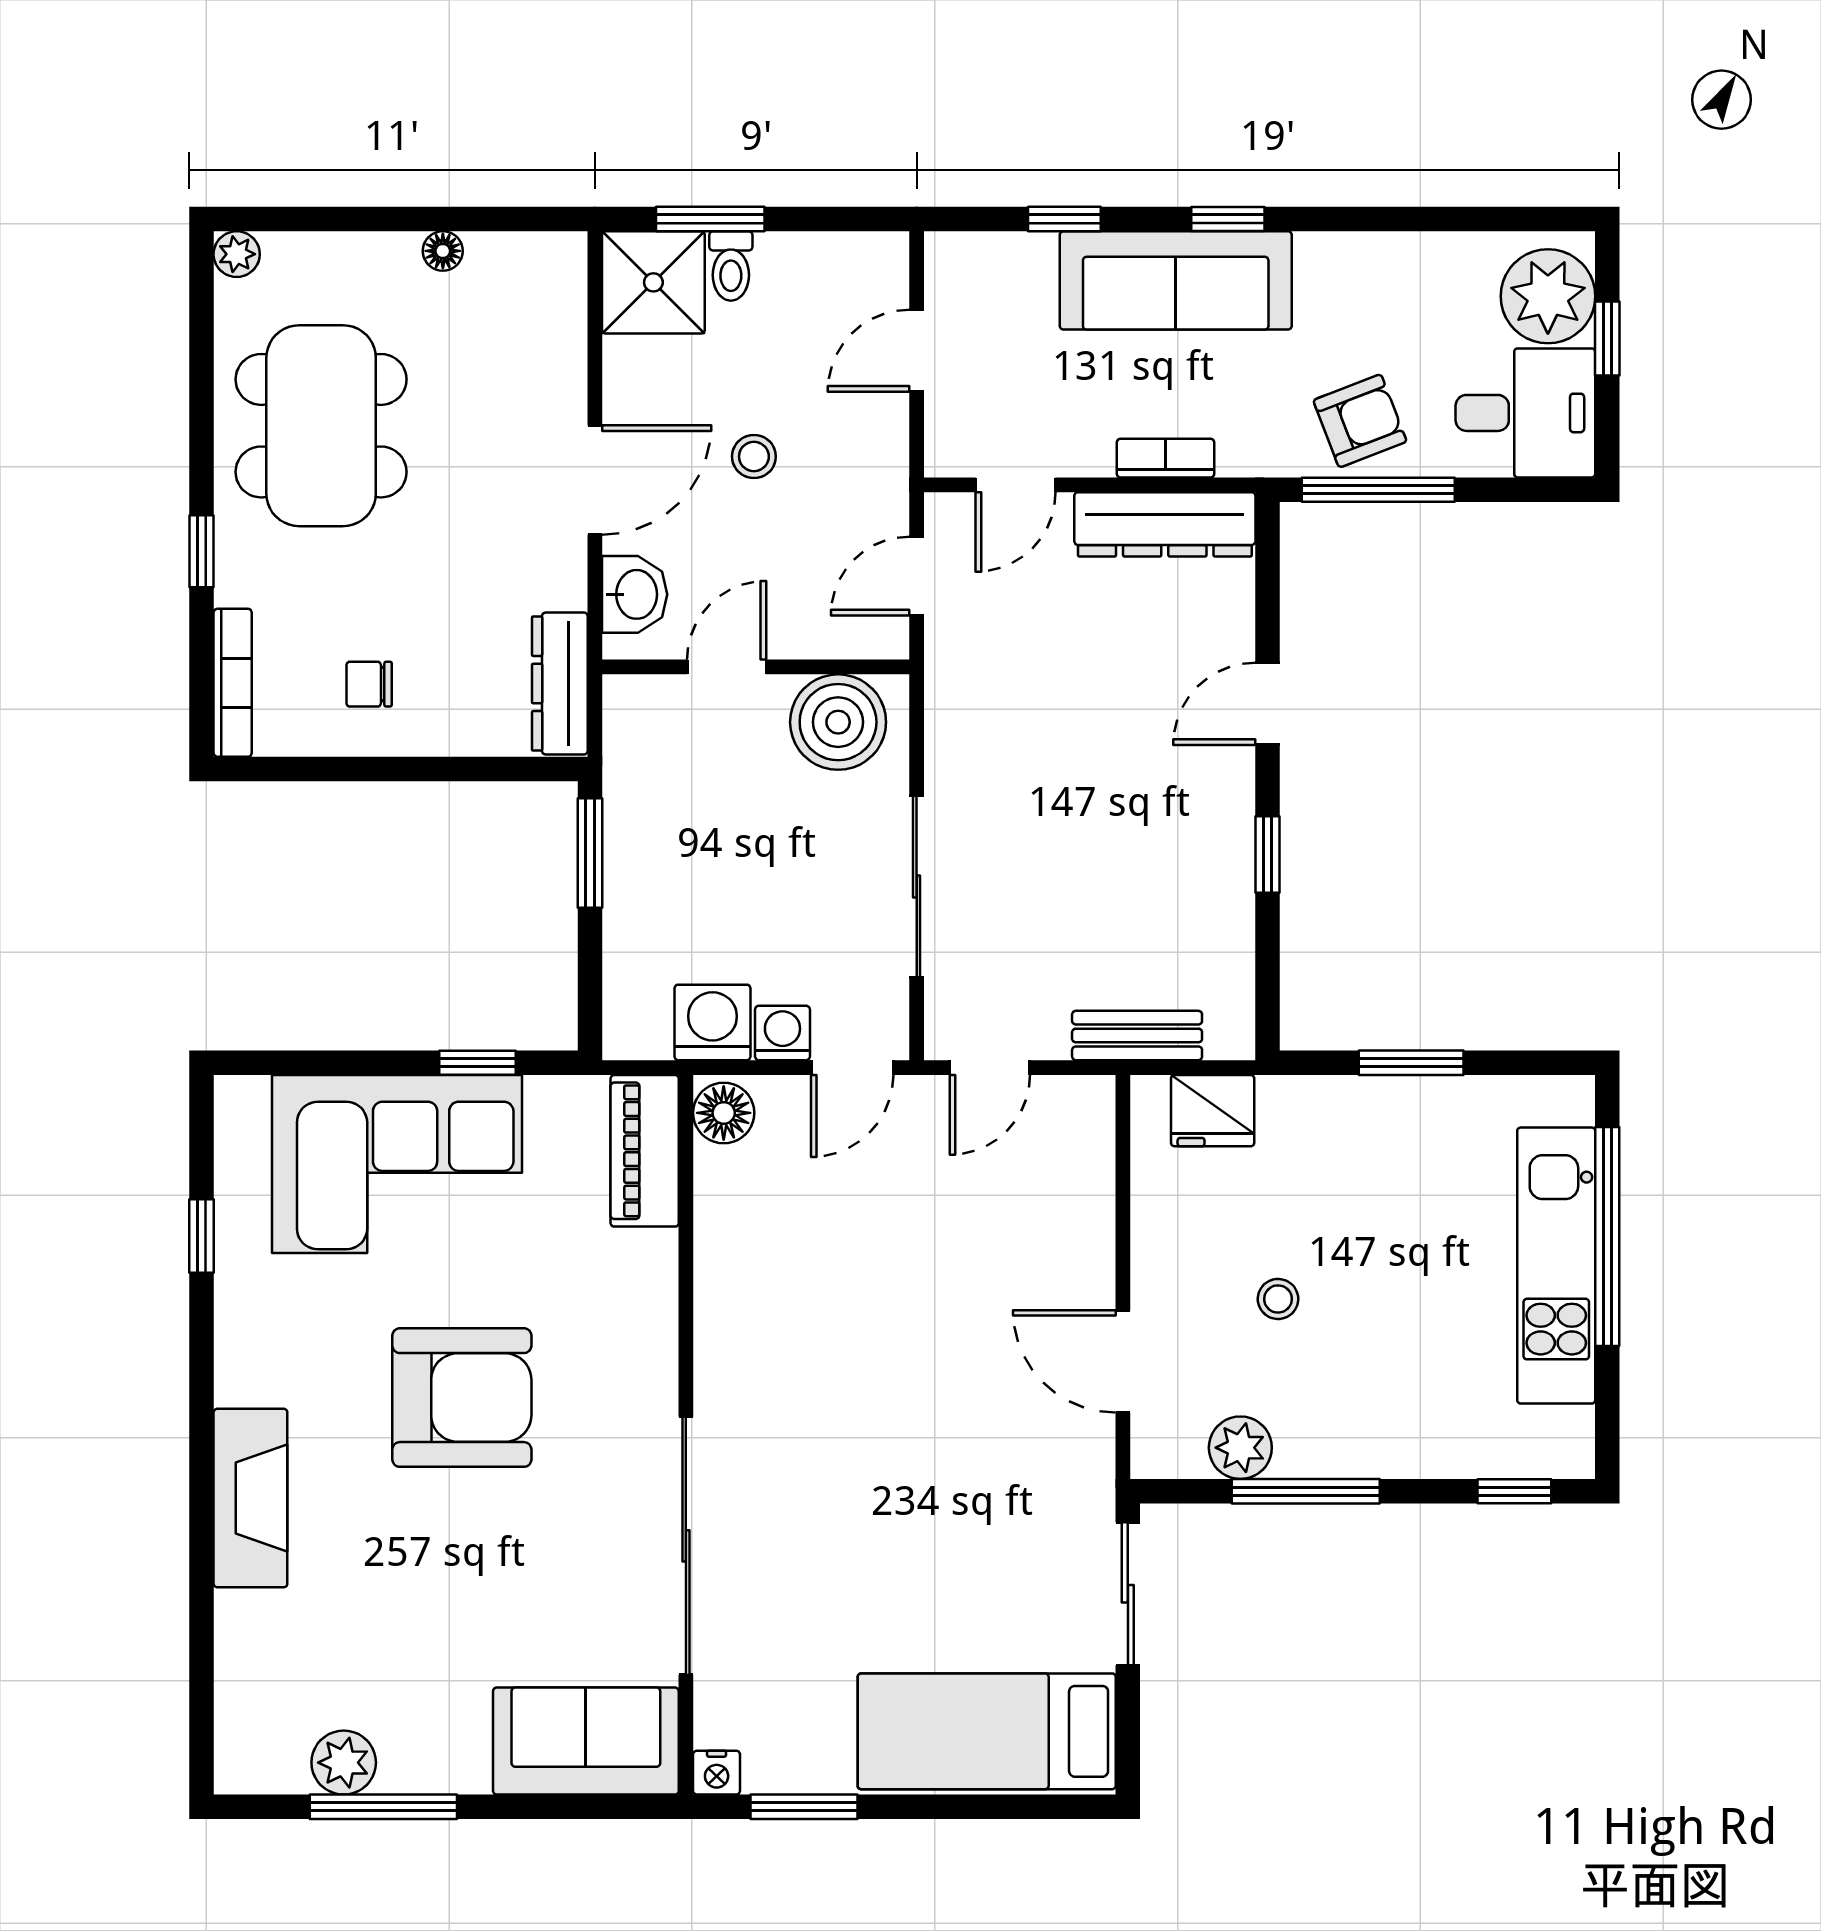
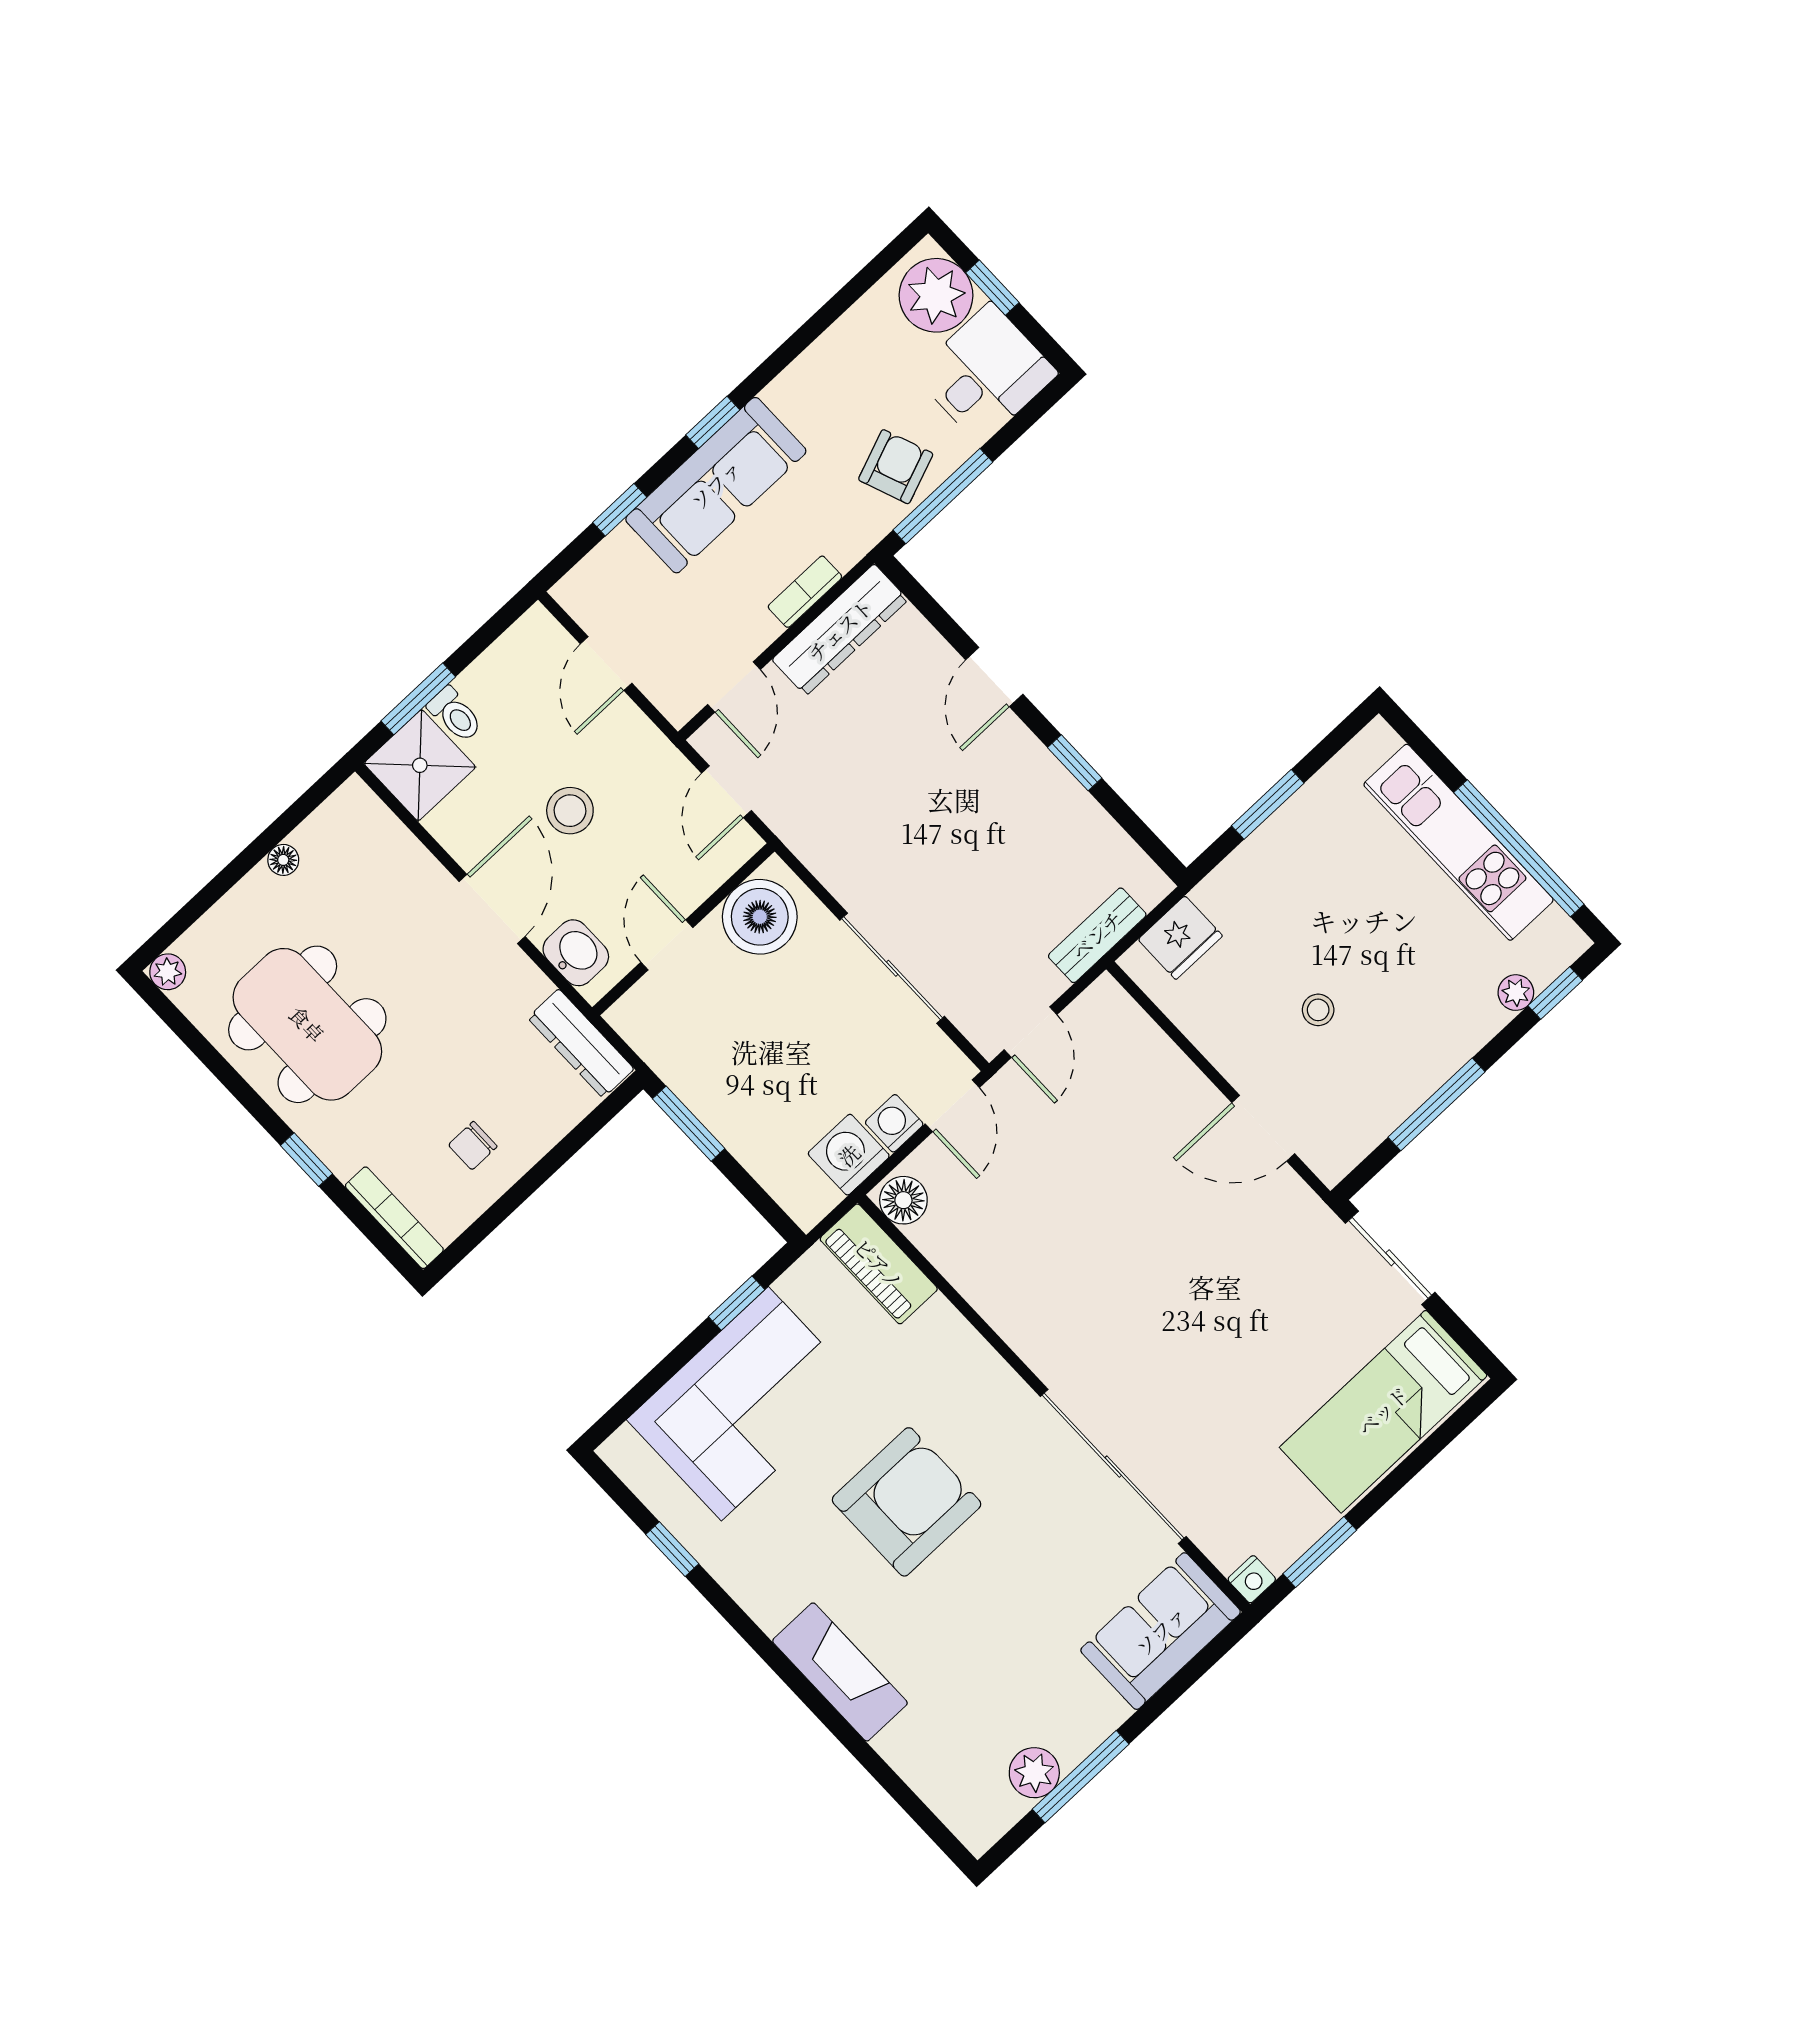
stool: (754, 456) -> (570, 811), width x1.37, depth x1.37
window: (1607, 1237) -> (1519, 848), moved
plant: (1240, 1448) -> (1516, 993), moved, width x0.73, depth x0.73

